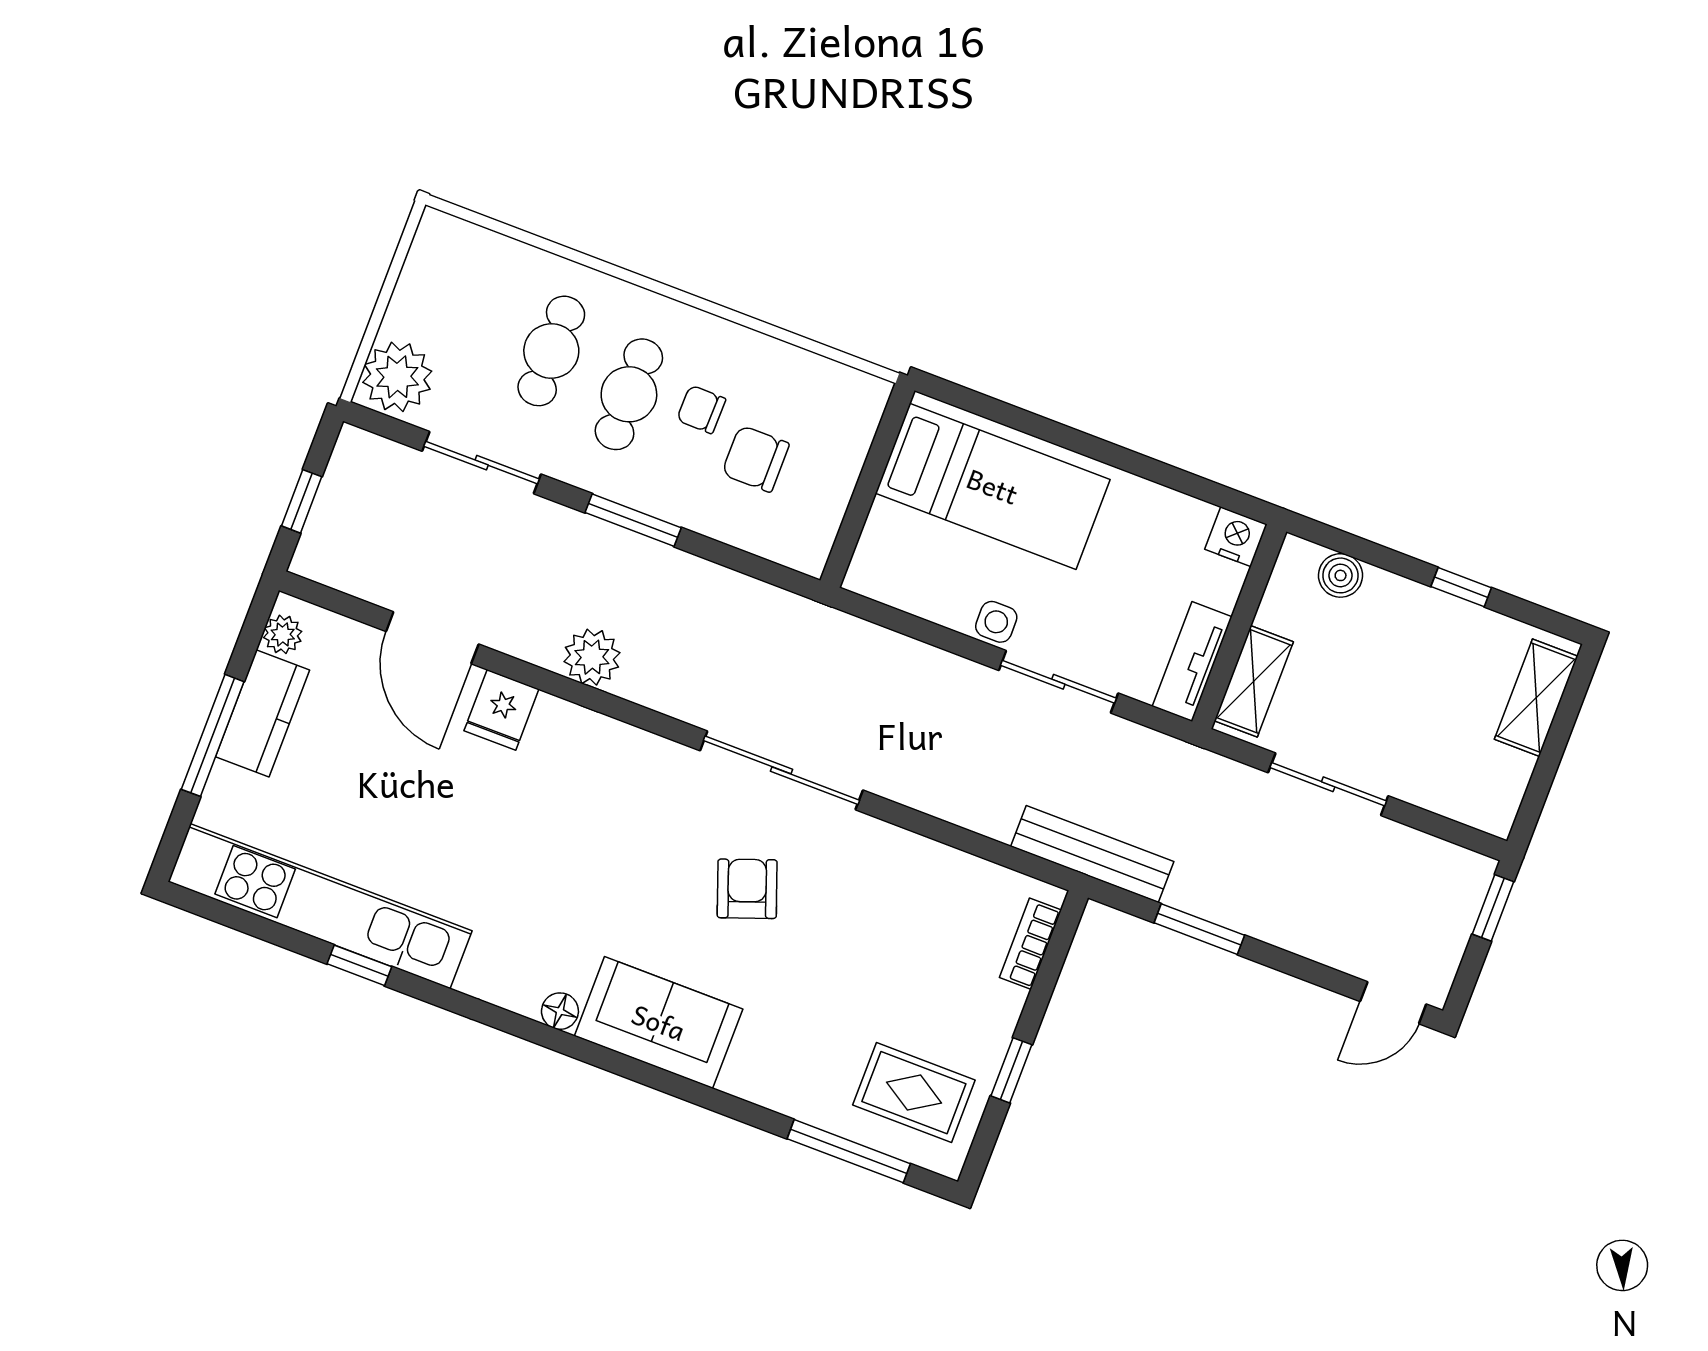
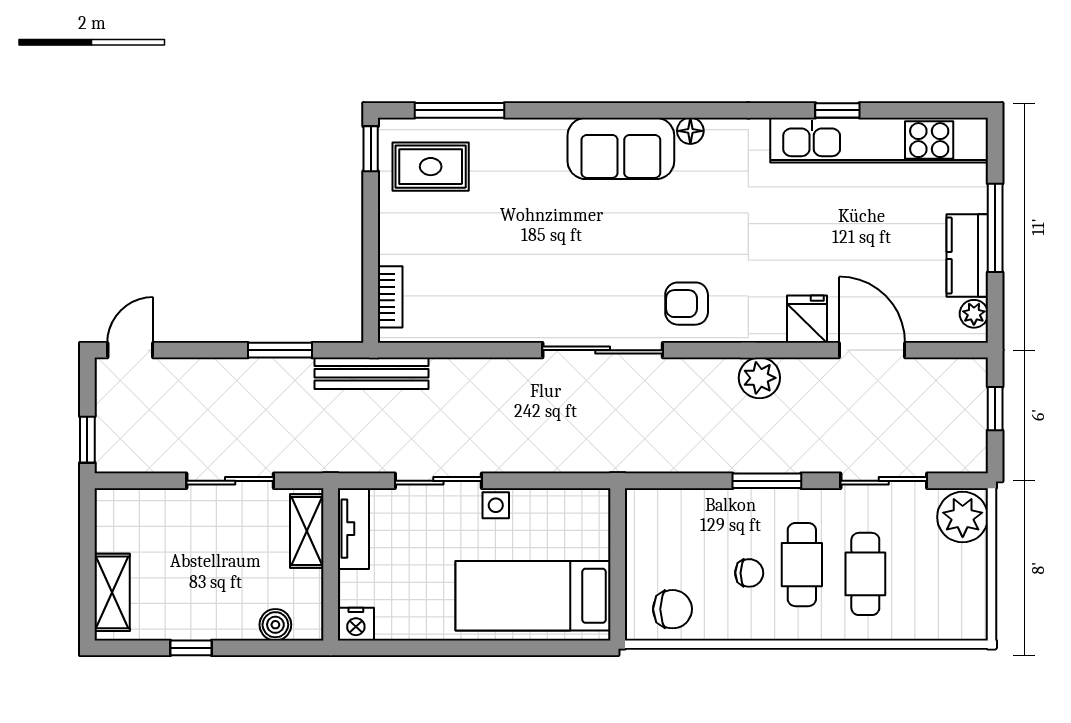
chair: (755, 459) -> (673, 609), moved
armchair: (747, 889) -> (687, 304), moved, turned 110
window: (1011, 1070) -> (371, 149), moved

